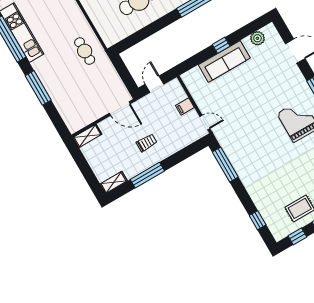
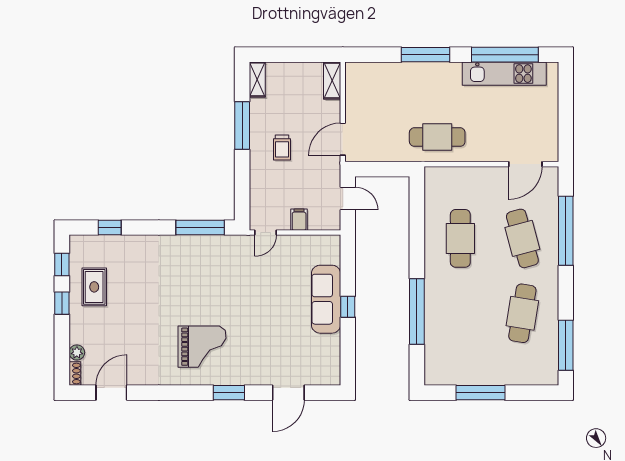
plant: (257, 38) -> (331, 356), removed
cafe table: (85, 51) -> (437, 137), width x1.37, depth x1.35

